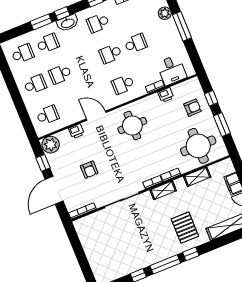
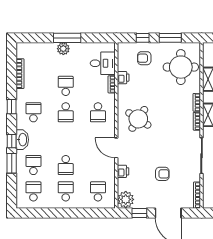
plant: (165, 13) -> (63, 49), moved
school desk: (98, 23) -> (33, 112), turned 180
armchair: (193, 108) -> (144, 58), turned -90
door: (96, 116) -> (116, 148), hinge flipped
round table: (132, 125) -> (138, 119), turned 33

